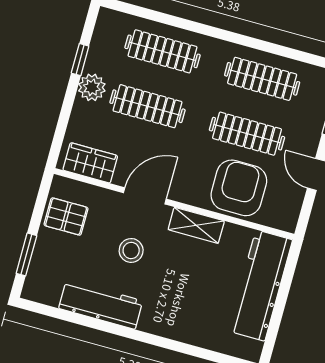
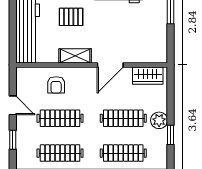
armchair: (239, 188) -> (56, 85), width x0.53, depth x0.53
pallet: (66, 217) -> (71, 17), moved
stool: (131, 250) -> (109, 31), removed

